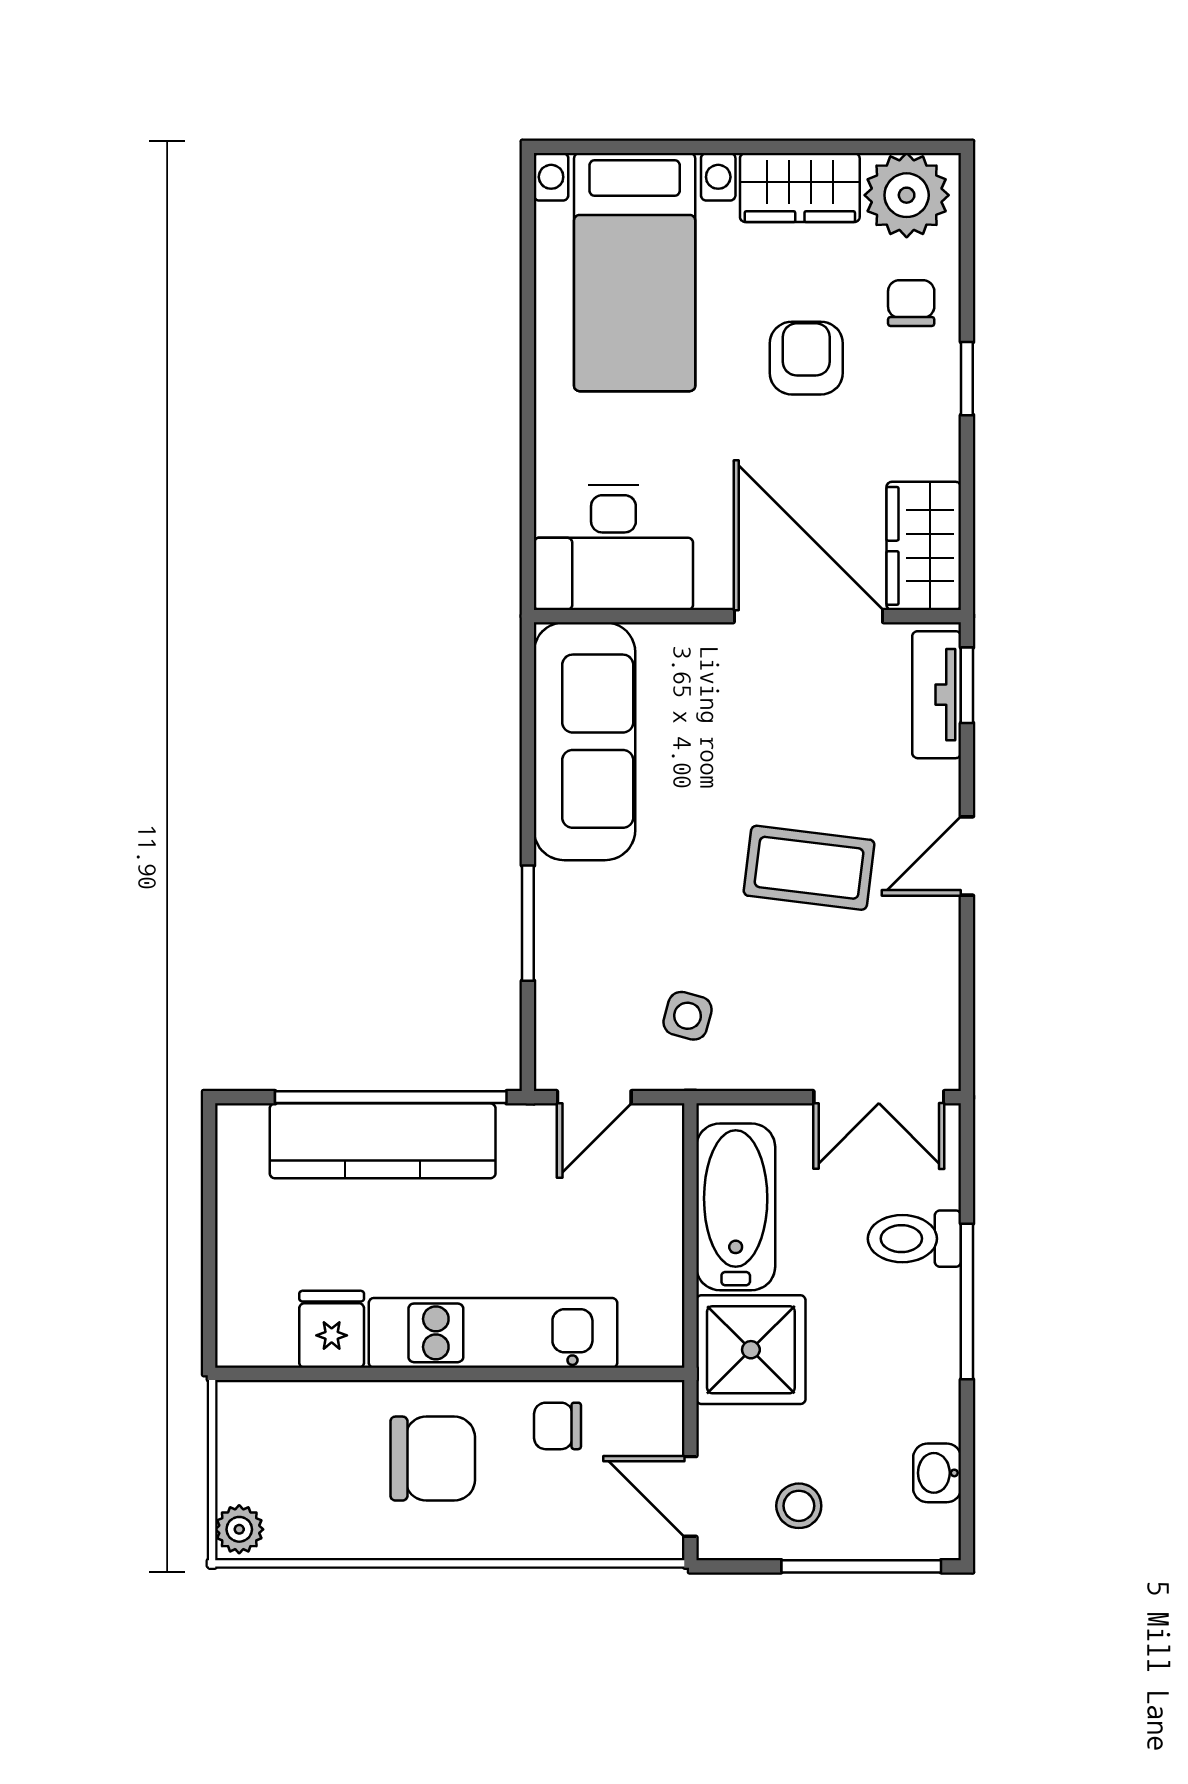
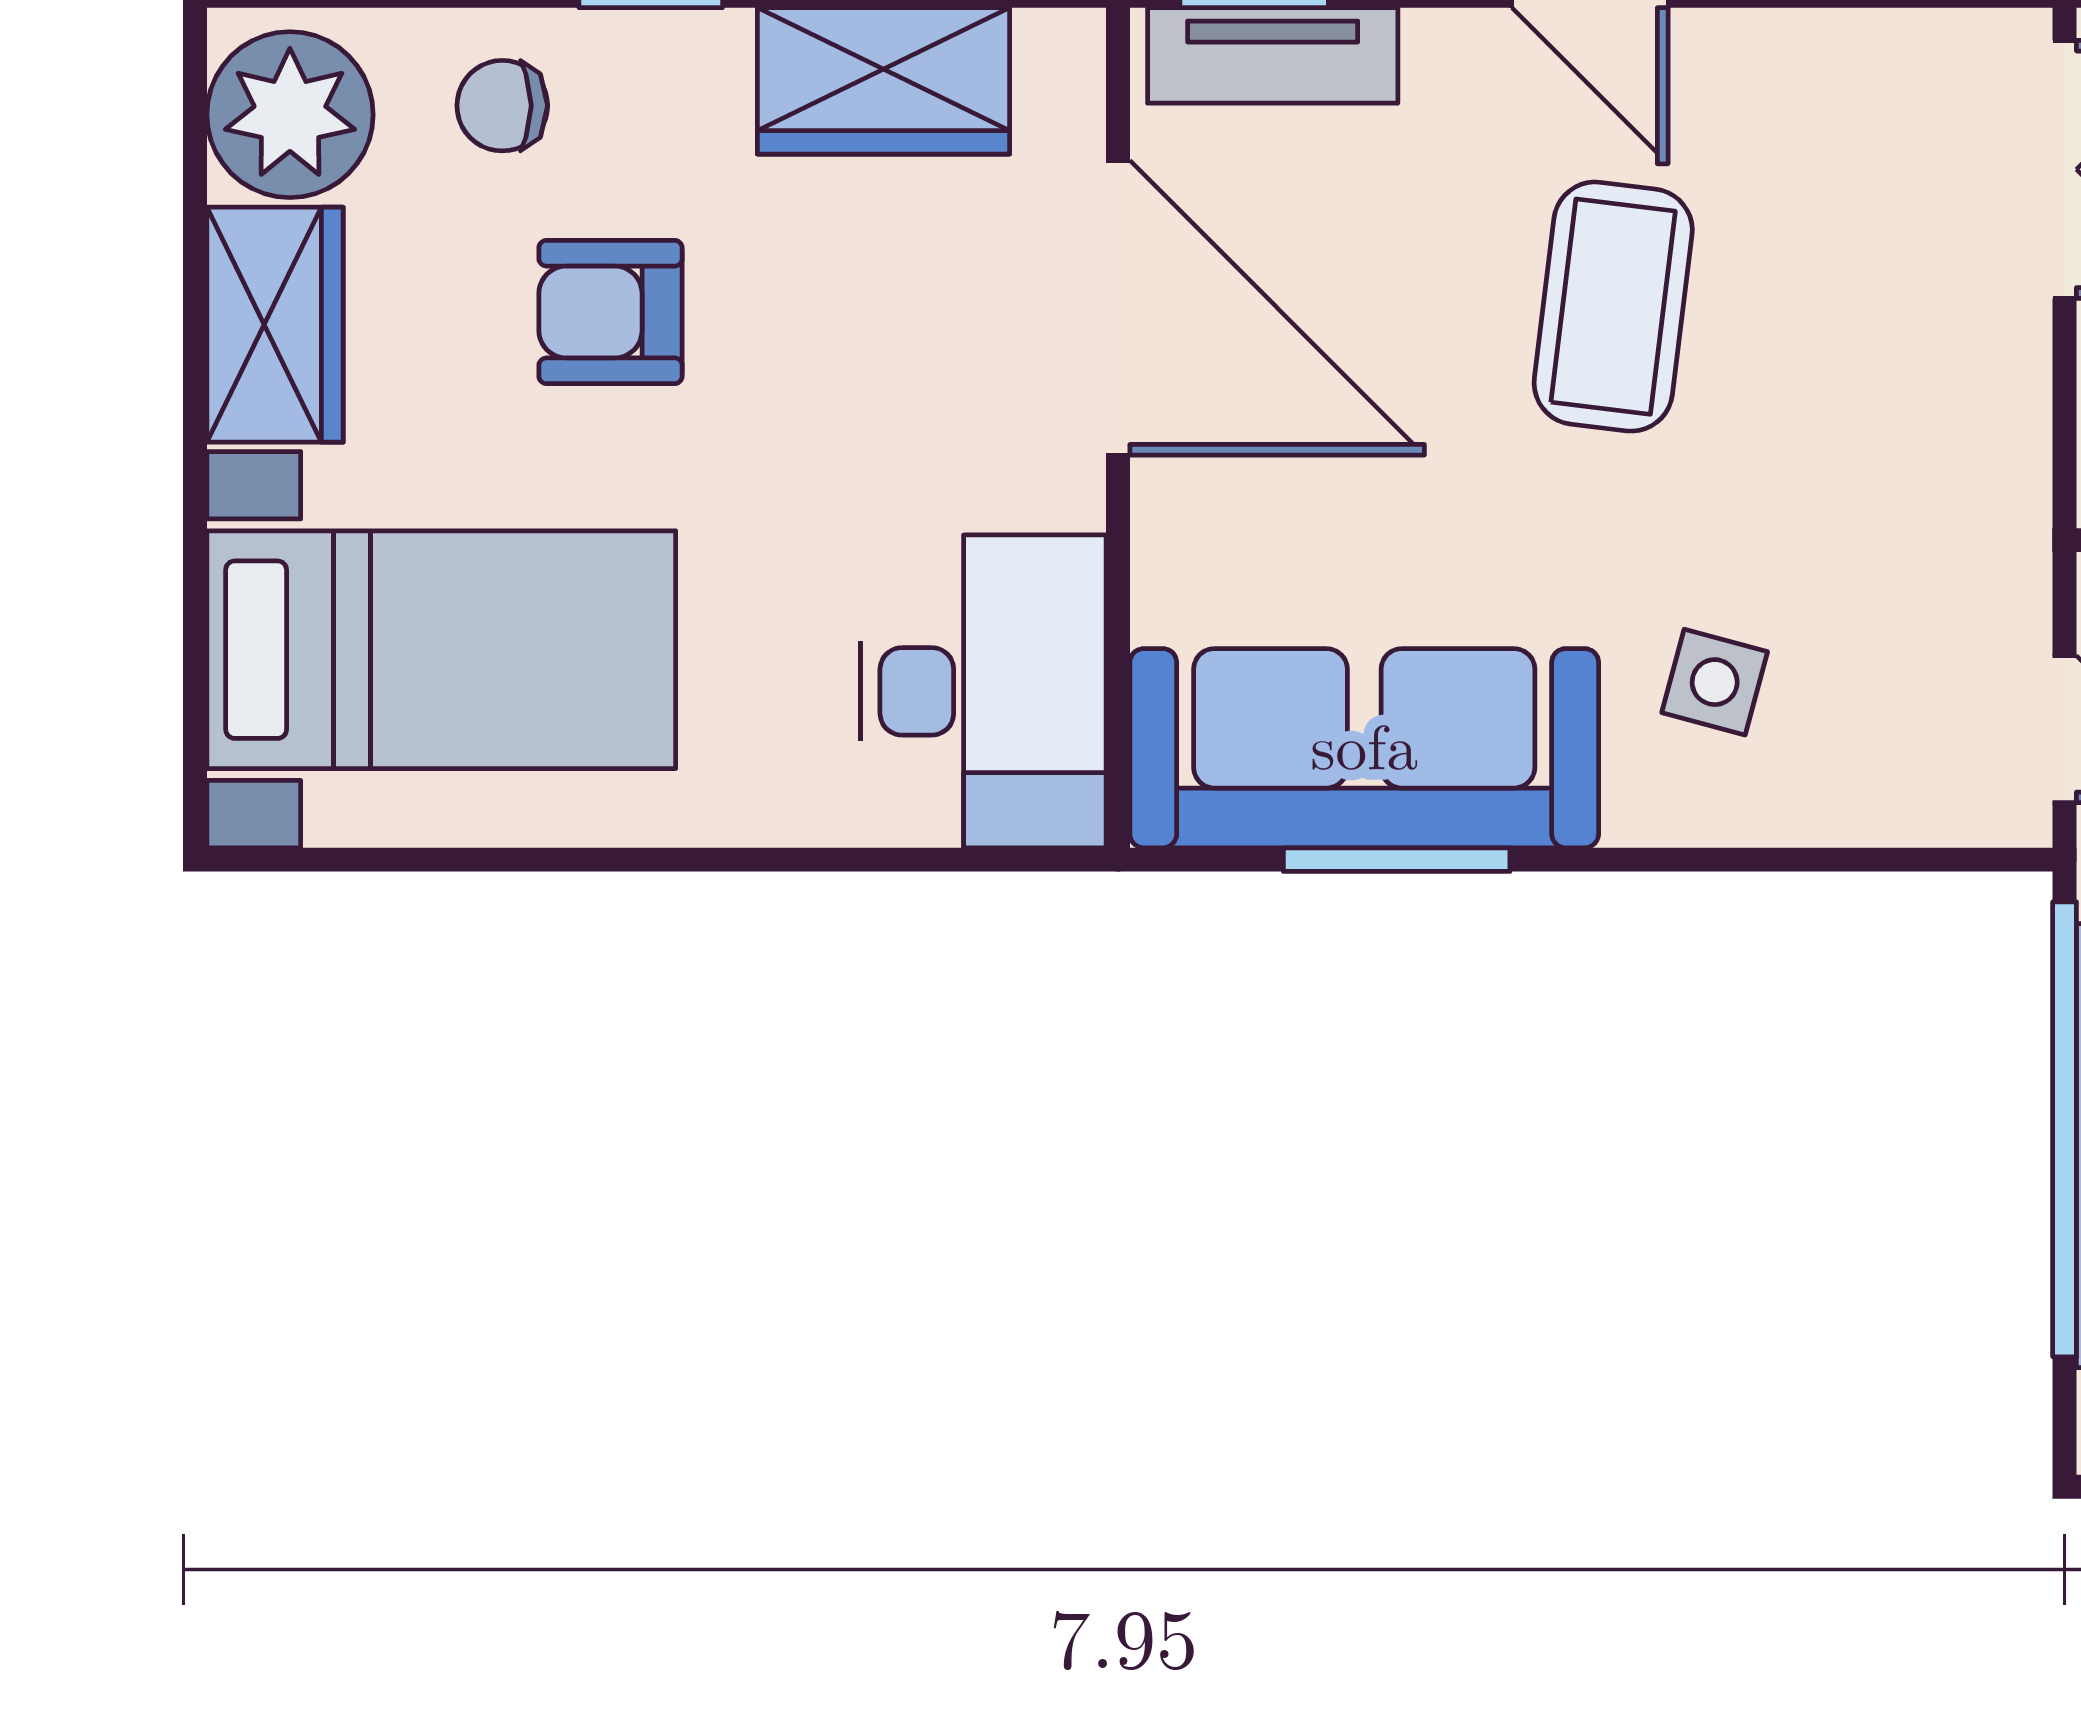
wardrobe: (924, 546) -> (883, 81), moved
door: (808, 616) -> (1118, 308), swing flipped
window: (528, 923) -> (1397, 860), moved
side table: (688, 1016) -> (1715, 682), moved

